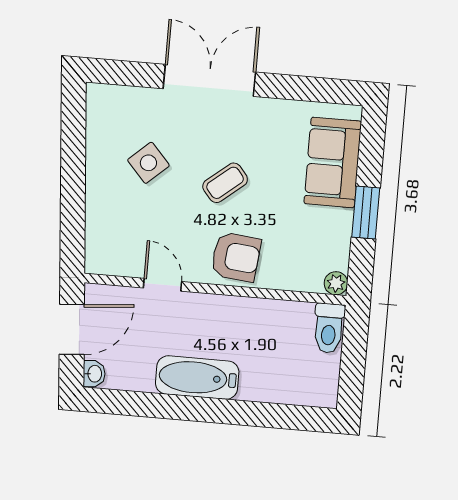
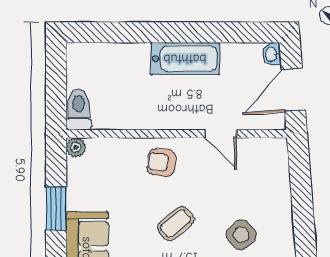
armchair: (236, 257) -> (161, 162), width x0.72, depth x0.72

